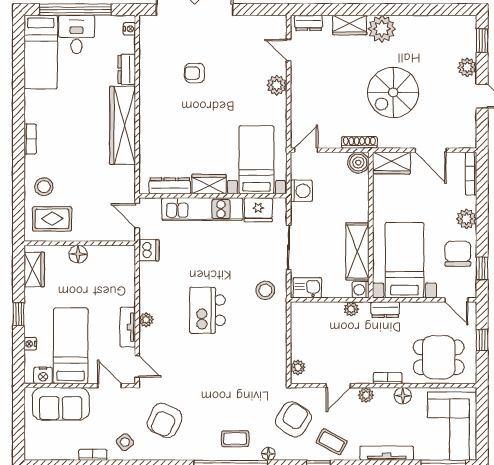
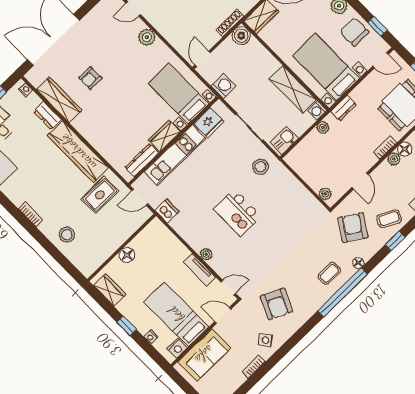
wardrobe: (150, 65) -> (59, 100), added
rug: (52, 219) -> (100, 195), moved
plant: (366, 395) -> (394, 159), moved

